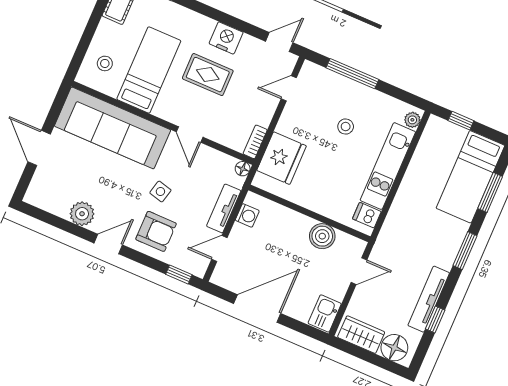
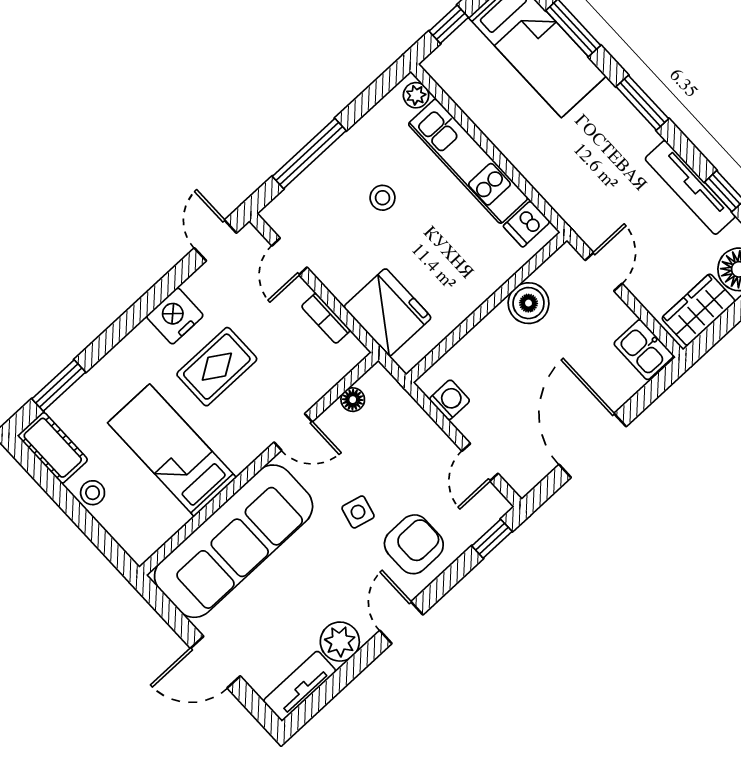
stool: (105, 63) -> (93, 493), moved
bookcase: (255, 142) -> (326, 318), moved
floor lamp: (243, 169) -> (353, 400), moved
tv unit: (224, 208) -> (300, 686), moved, turned 90

